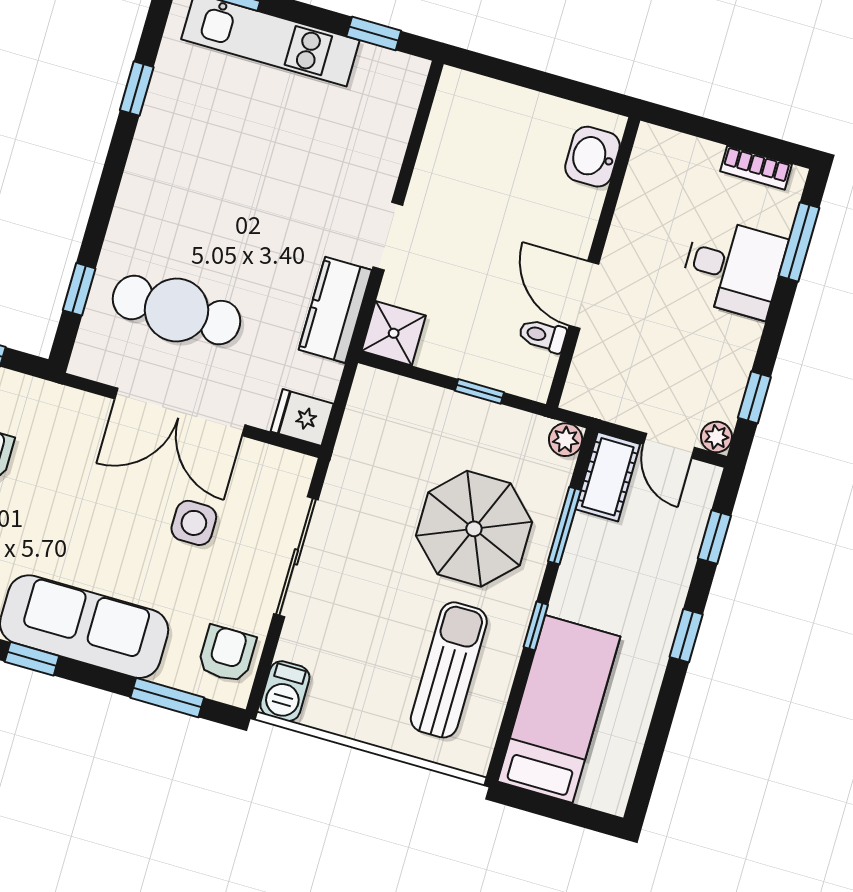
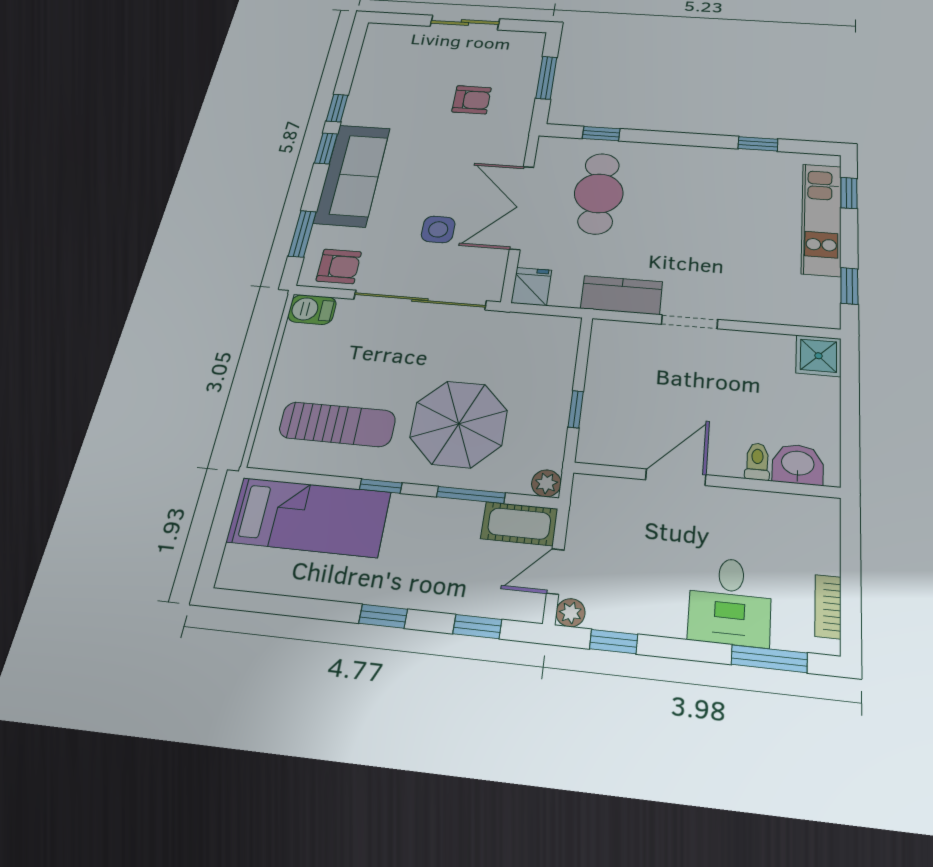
shower: (394, 333) -> (819, 356), moved
toilet: (542, 335) -> (757, 462), moved
sliding door: (296, 557) -> (420, 300), width x1.36

